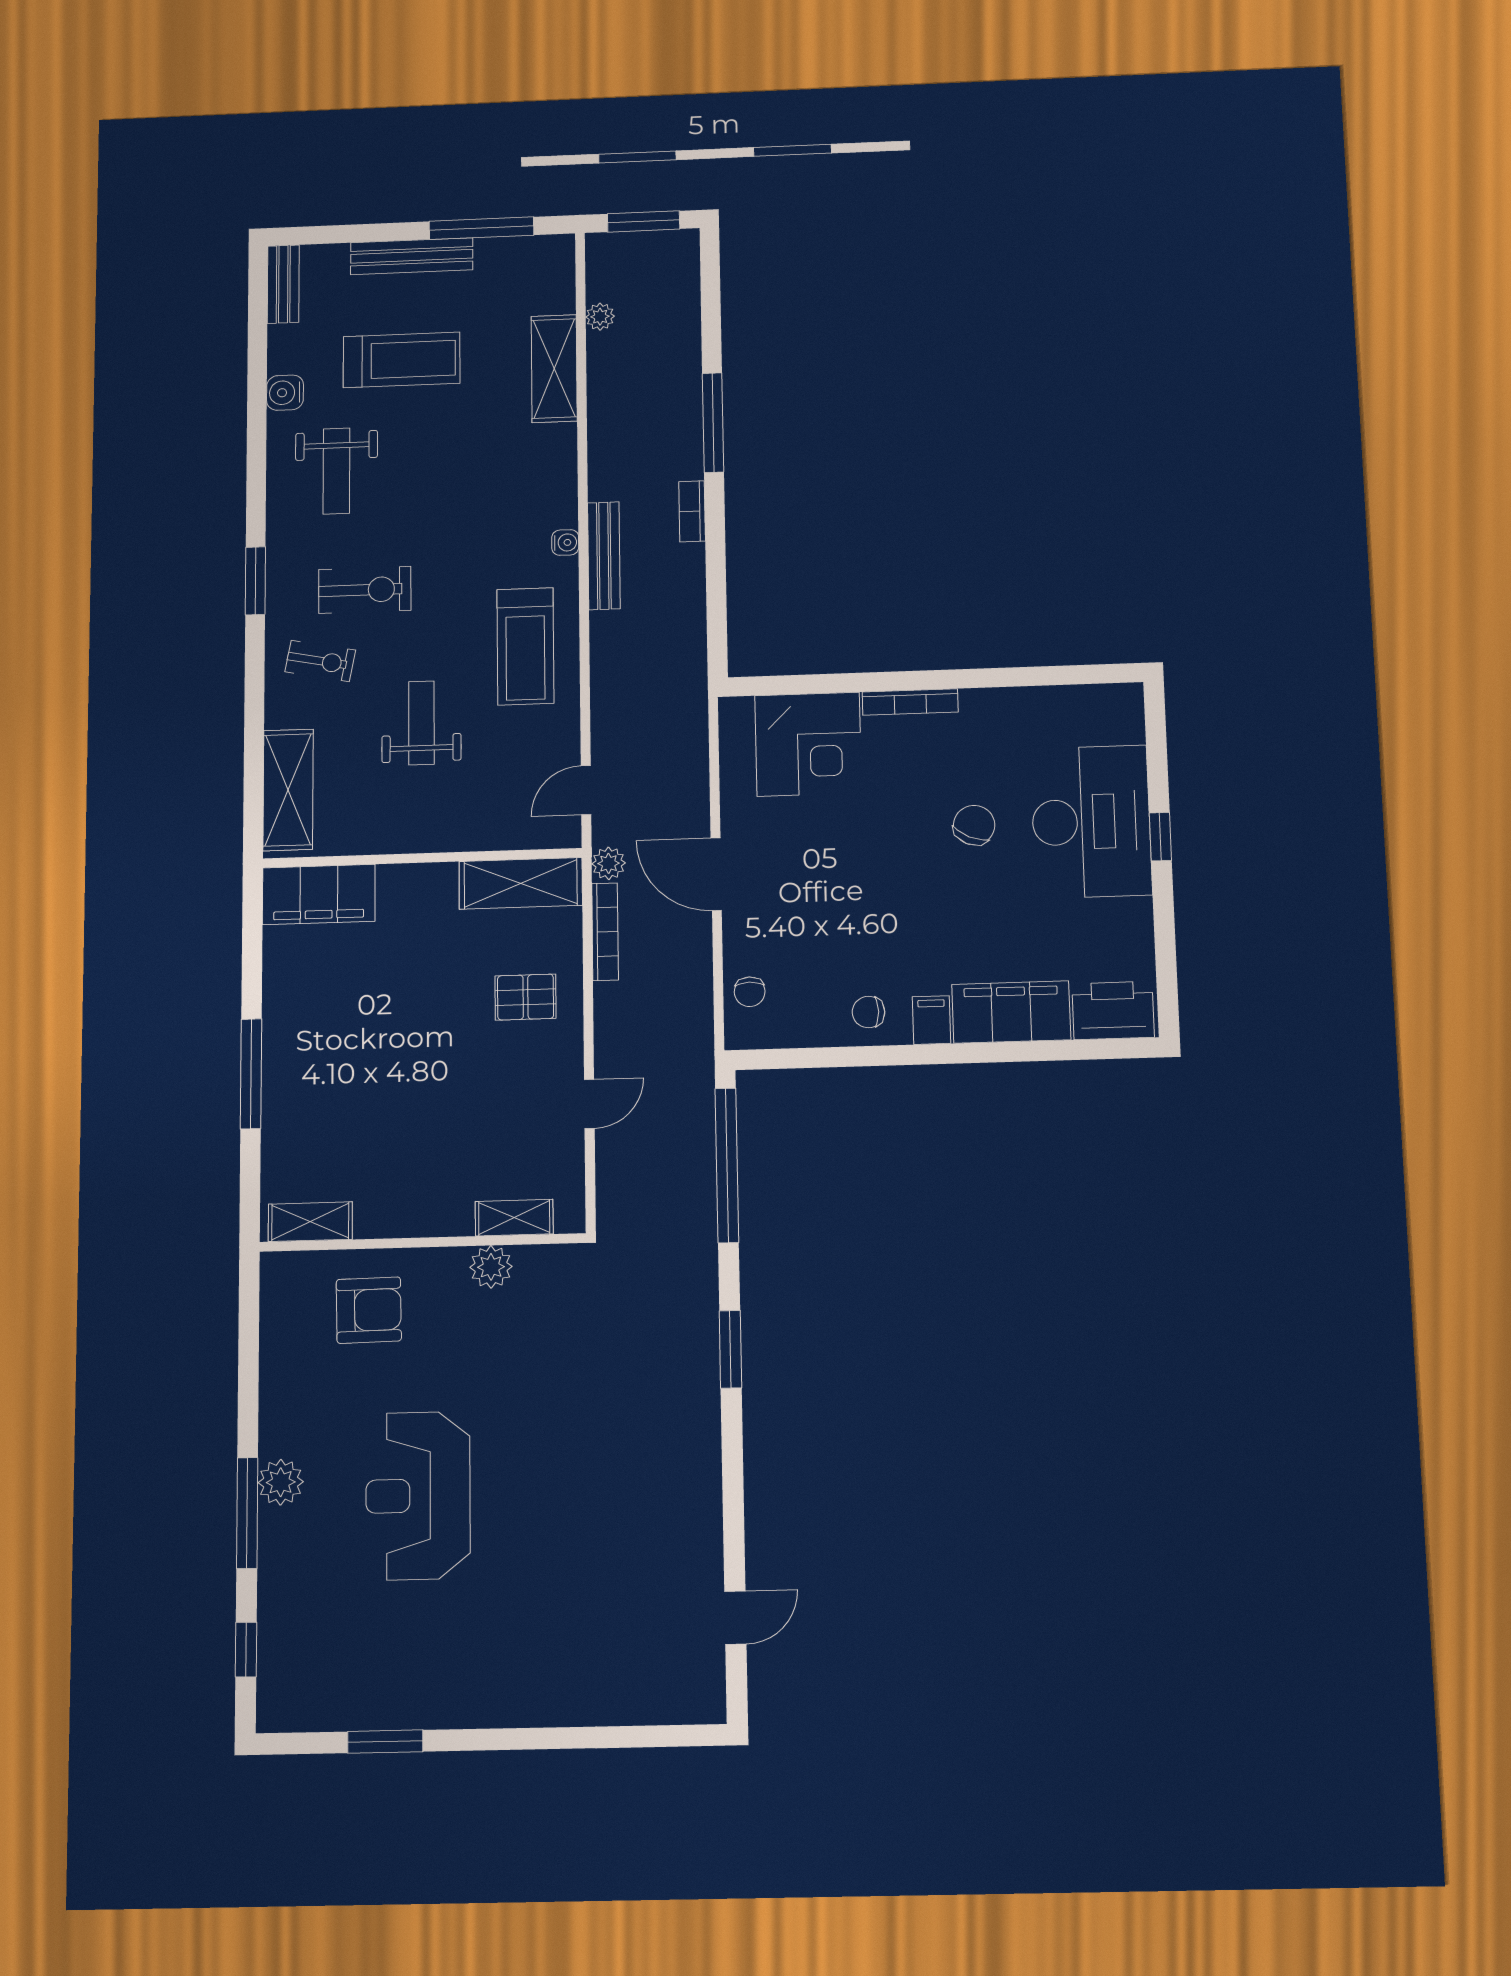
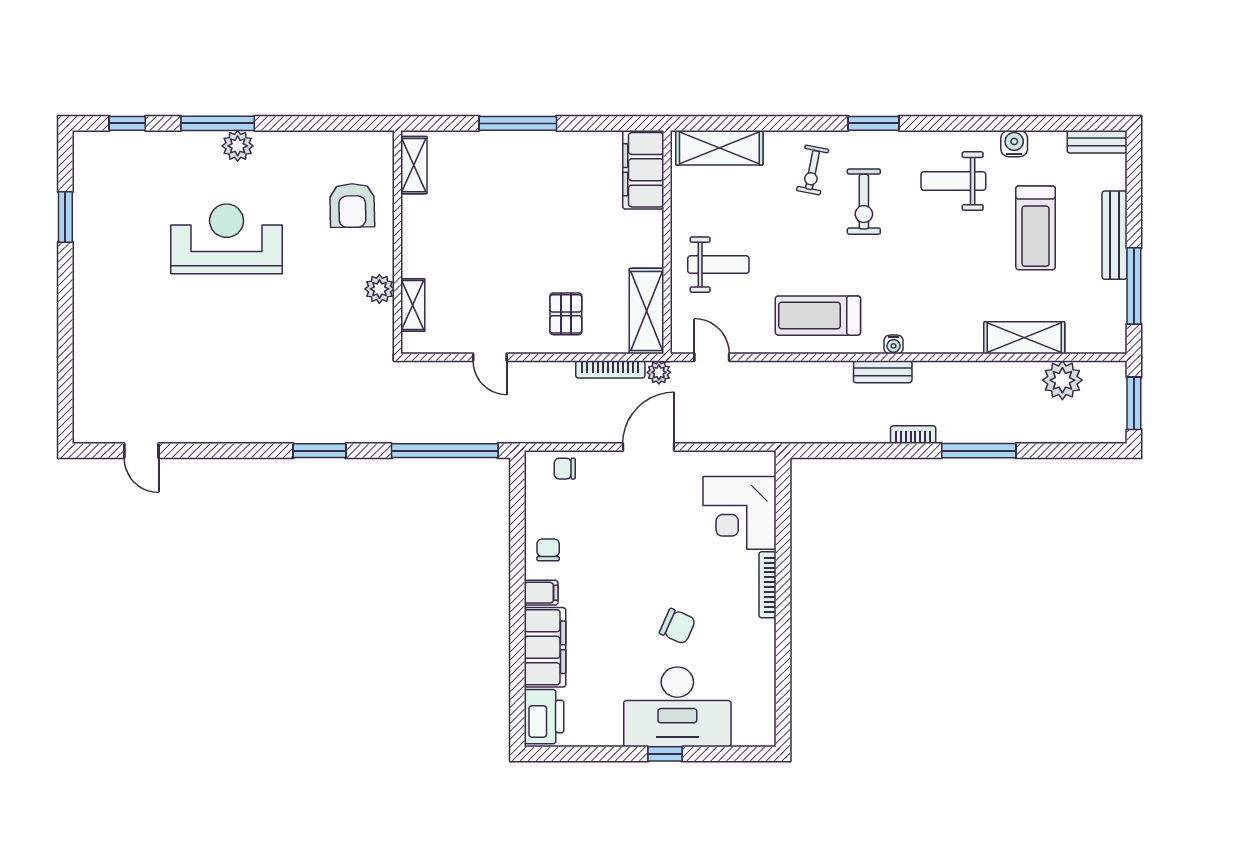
plant: (600, 317) -> (1062, 380), width x1.88, depth x1.88
bench: (604, 556) -> (883, 372), width x0.73
weight bench: (421, 723) -> (718, 265), moved

